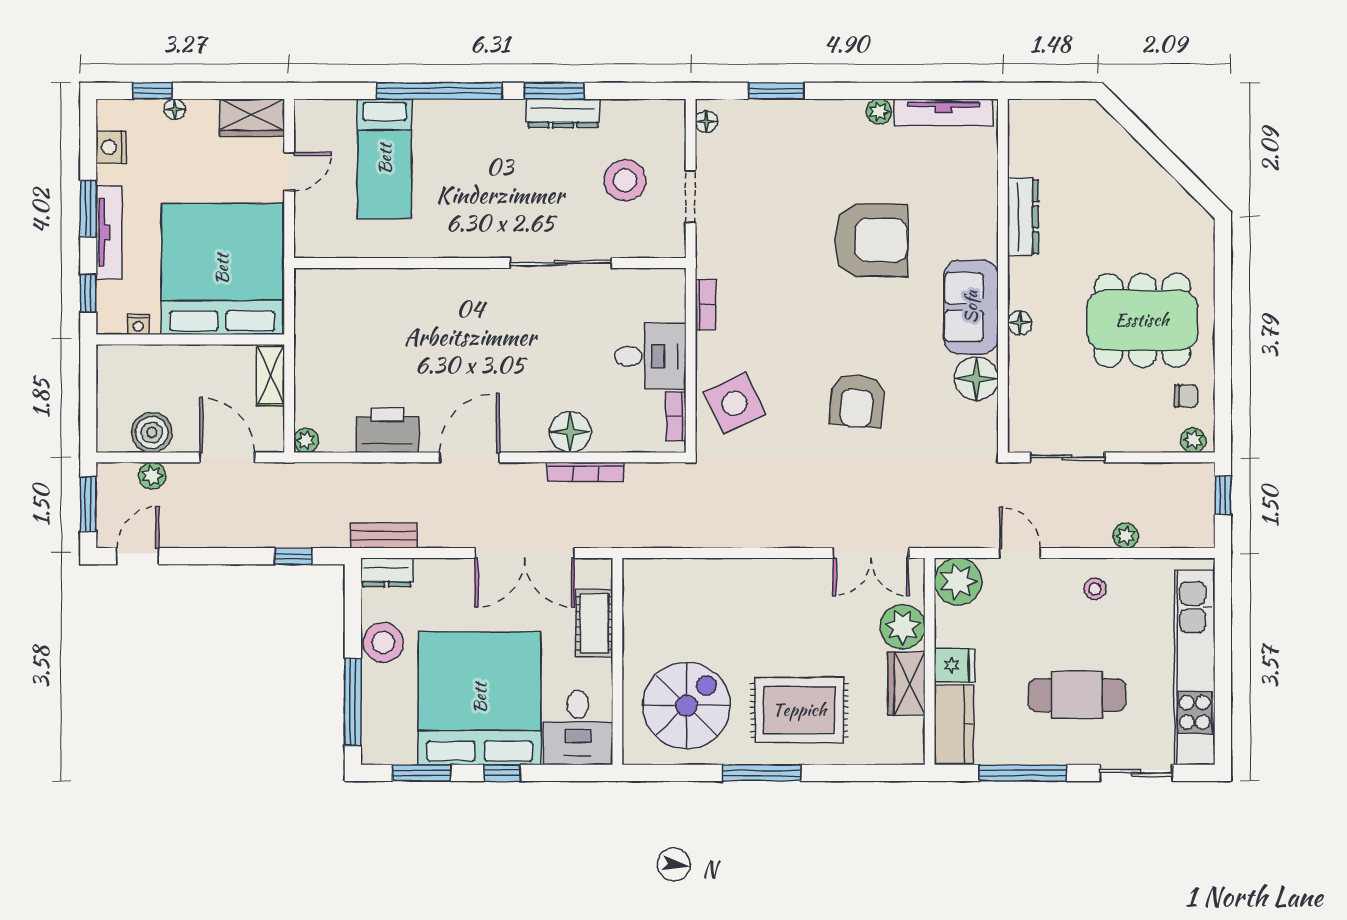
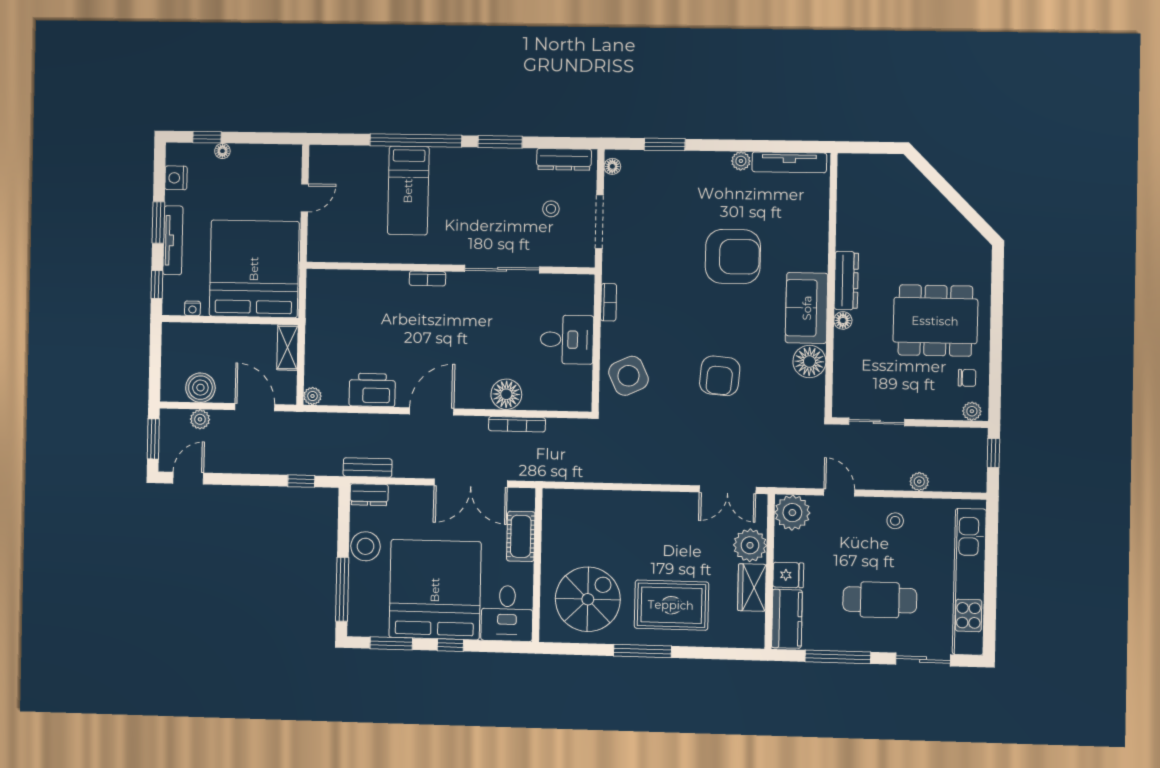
dresser: (563, 113) -> (564, 159), moved
wardrobe: (252, 118) -> (279, 158), removed
bed: (385, 159) -> (408, 191), moved
stool: (625, 180) -> (551, 209), width x0.53, depth x0.53
doorway: (691, 197) -> (599, 222), width x1.38
dresser: (1023, 217) -> (846, 281), moved
bookcase: (676, 416) -> (427, 278), moved, turned -90

